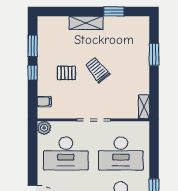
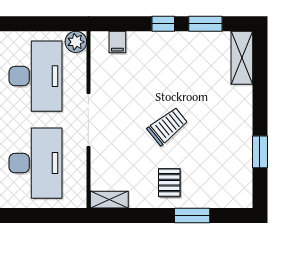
shelving: (86, 23) -> (242, 58), moved
pallet: (66, 73) -> (169, 183), moved
desk: (66, 153) -> (36, 76), turned 180
desk: (121, 153) -> (36, 163), turned 180

